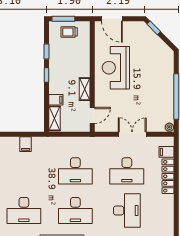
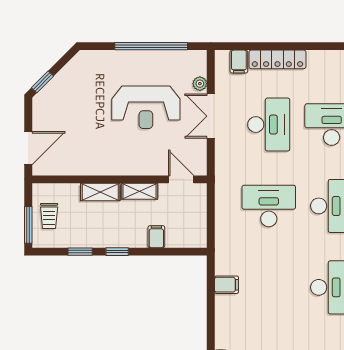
reception desk: (116, 68) -> (146, 107), moved
shelving: (54, 118) -> (100, 192), moved
plant: (169, 127) -> (200, 84), moved
desk: (75, 171) -> (269, 206), turned -90

